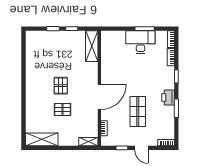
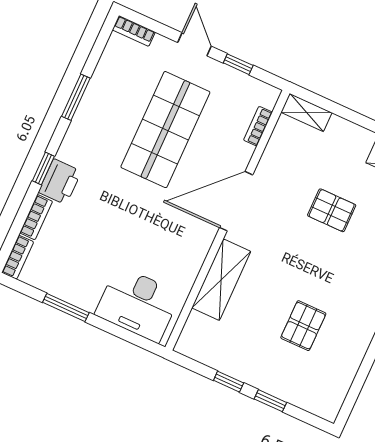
desk: (140, 42) -> (138, 304), moved
shelving: (92, 46) -> (221, 280), moved
pallet: (61, 86) -> (303, 326), moved
printer: (168, 98) -> (60, 182), moved
shop shelf: (138, 111) -> (165, 130), width x1.43, depth x1.36

